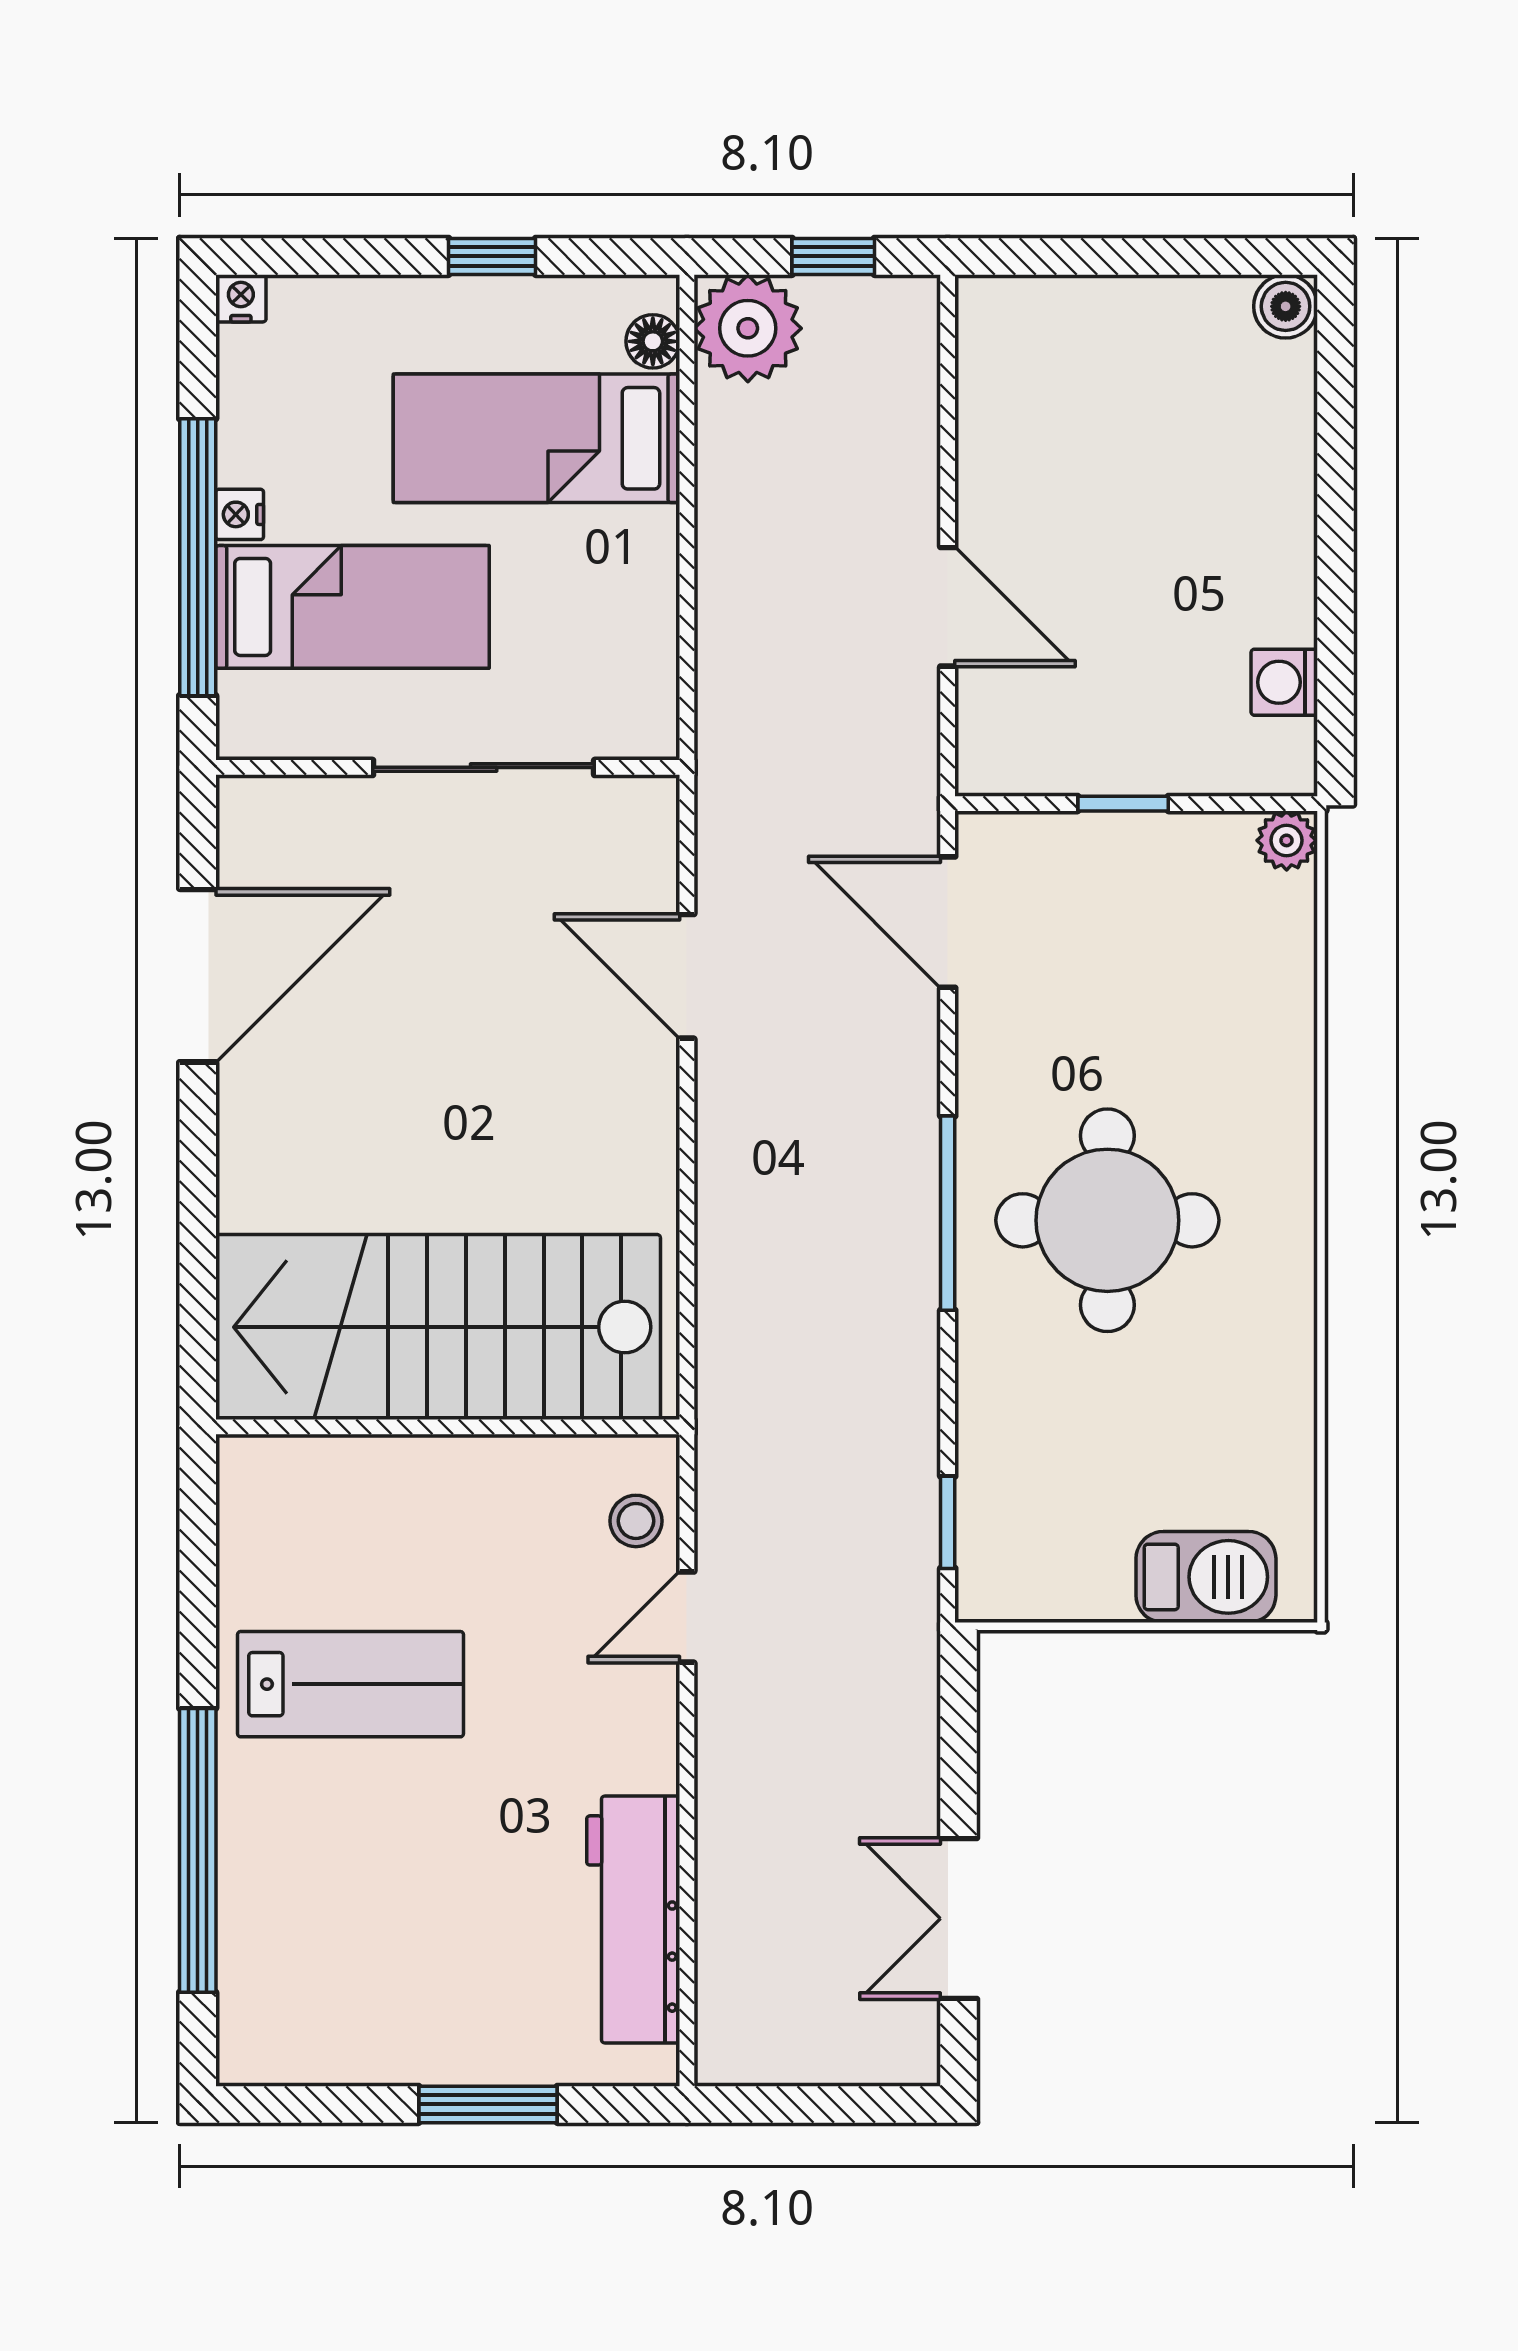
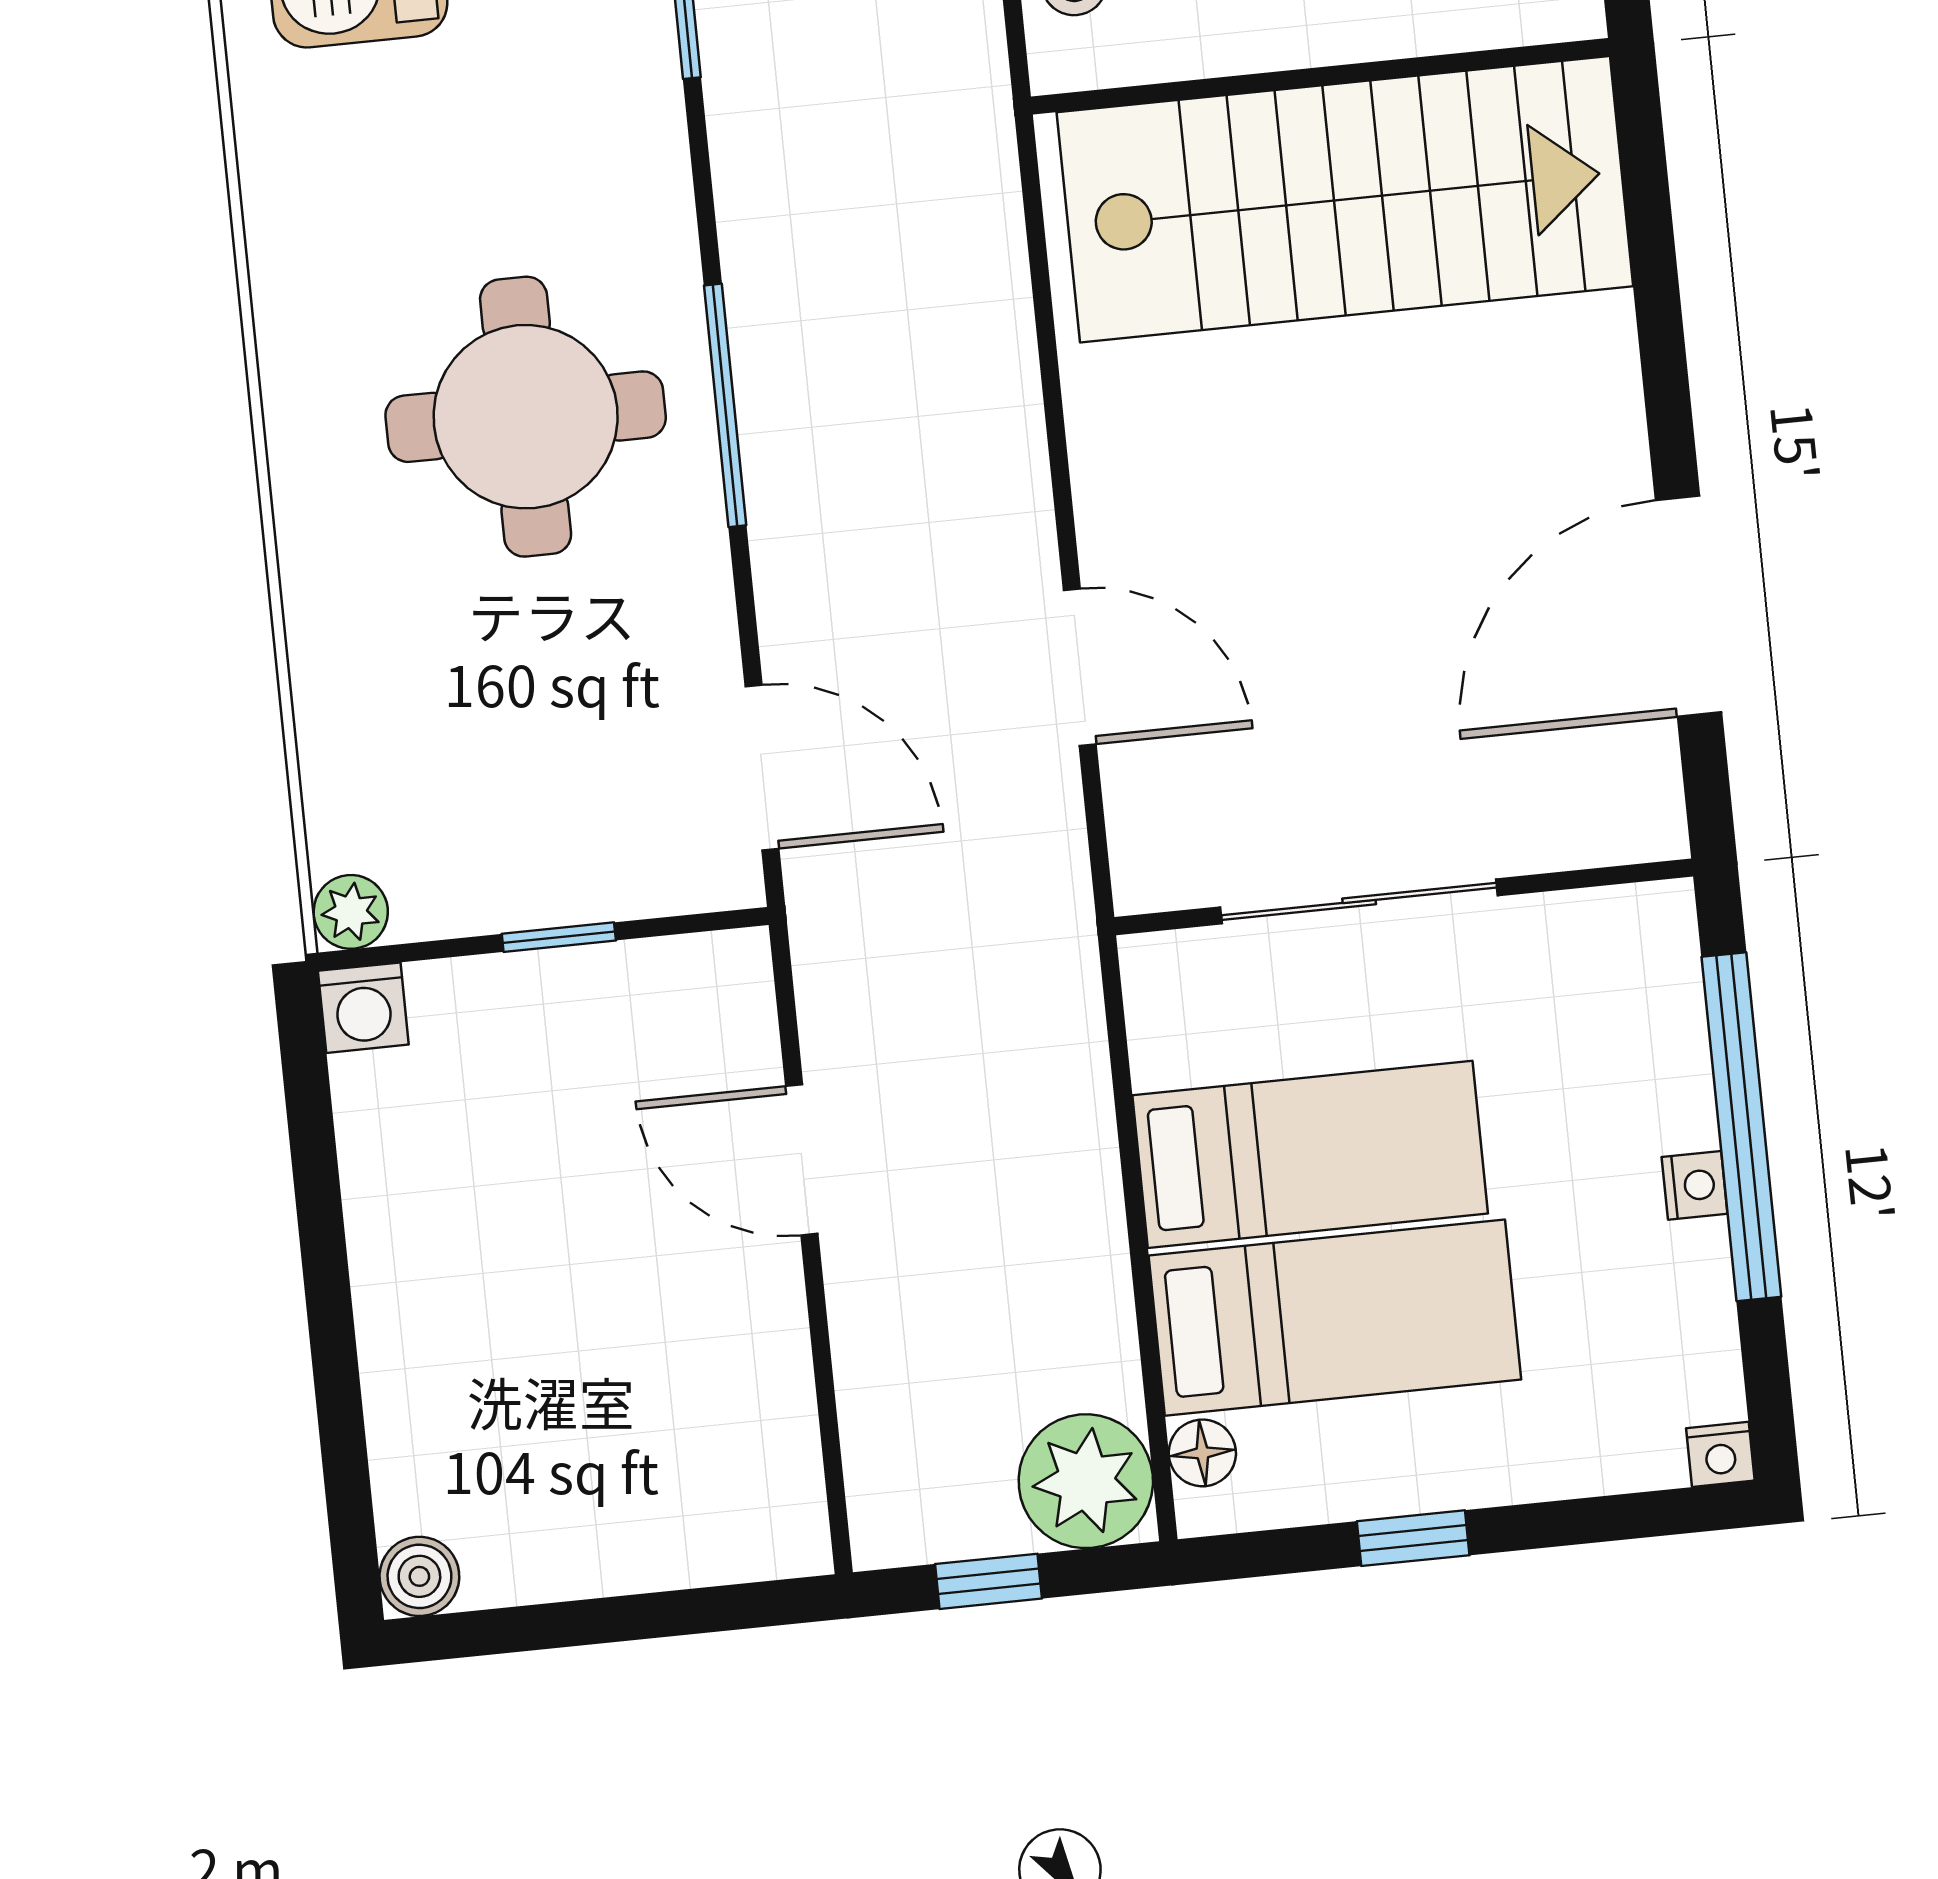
bed: (352, 607) -> (1310, 1154), moved, turned 180
washing machine: (1284, 682) -> (363, 1008), moved, turned 90

